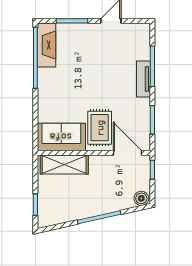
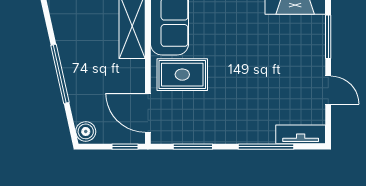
tv unit: (143, 79) -> (301, 134), moved
door: (128, 153) -> (148, 113), swing flipped

